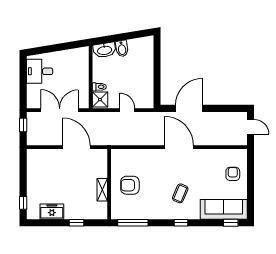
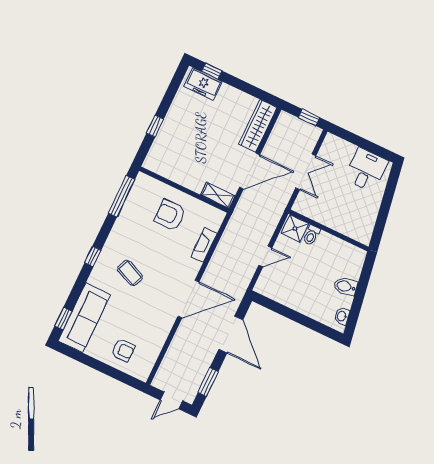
washbasin: (105, 50) -> (342, 316), moved, width x0.52, depth x0.69
window: (227, 108) -> (208, 382), added
double door: (60, 110) -> (306, 172), width x0.73
fireplace: (139, 154) -> (204, 245), added
wardrobe: (44, 156) -> (258, 126), added
armchair: (130, 185) -> (170, 215), turned -90
shelving: (102, 190) -> (218, 195), moved
freezer: (52, 212) -> (203, 84), moved, turned 90

